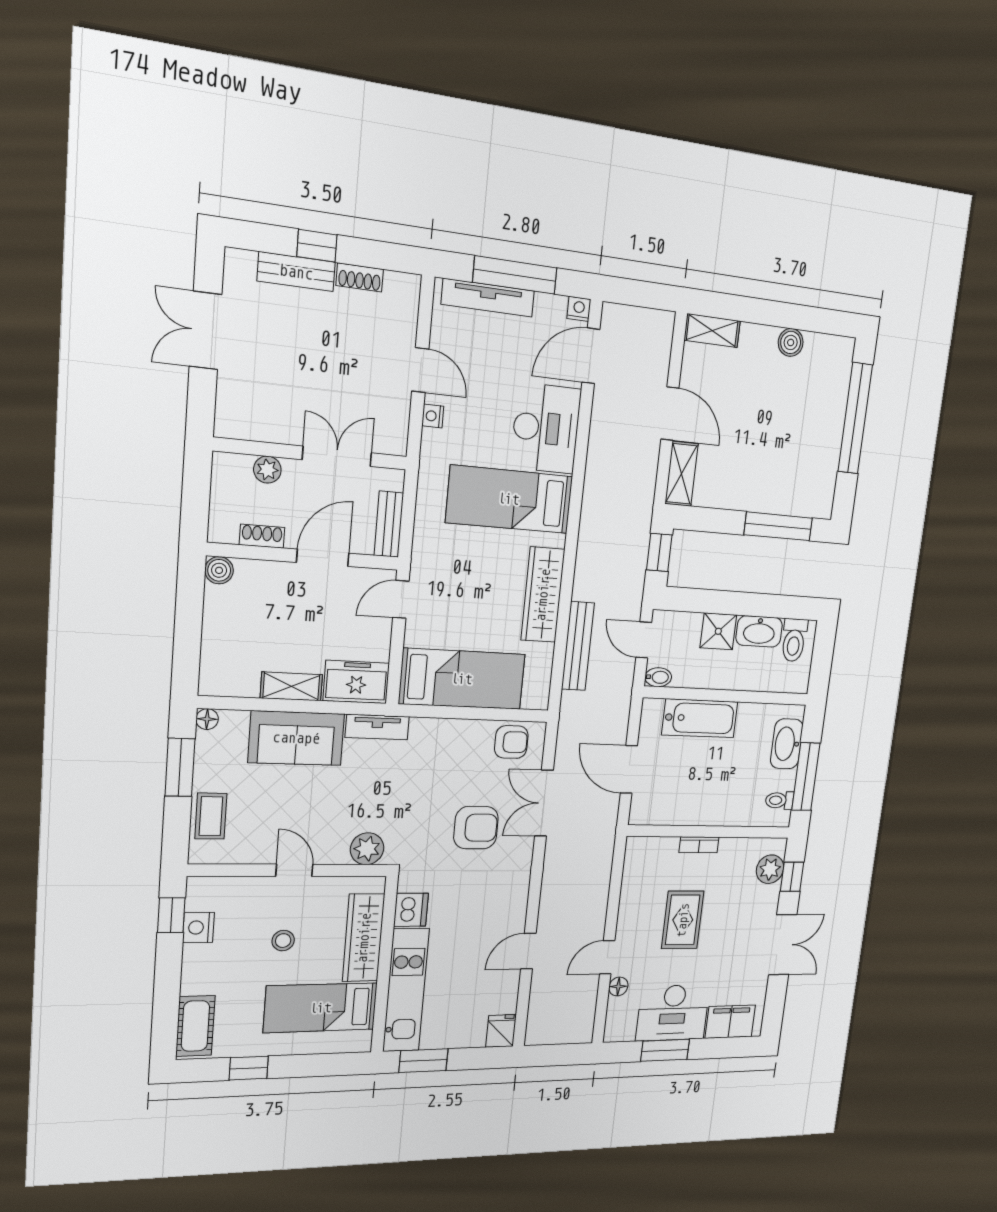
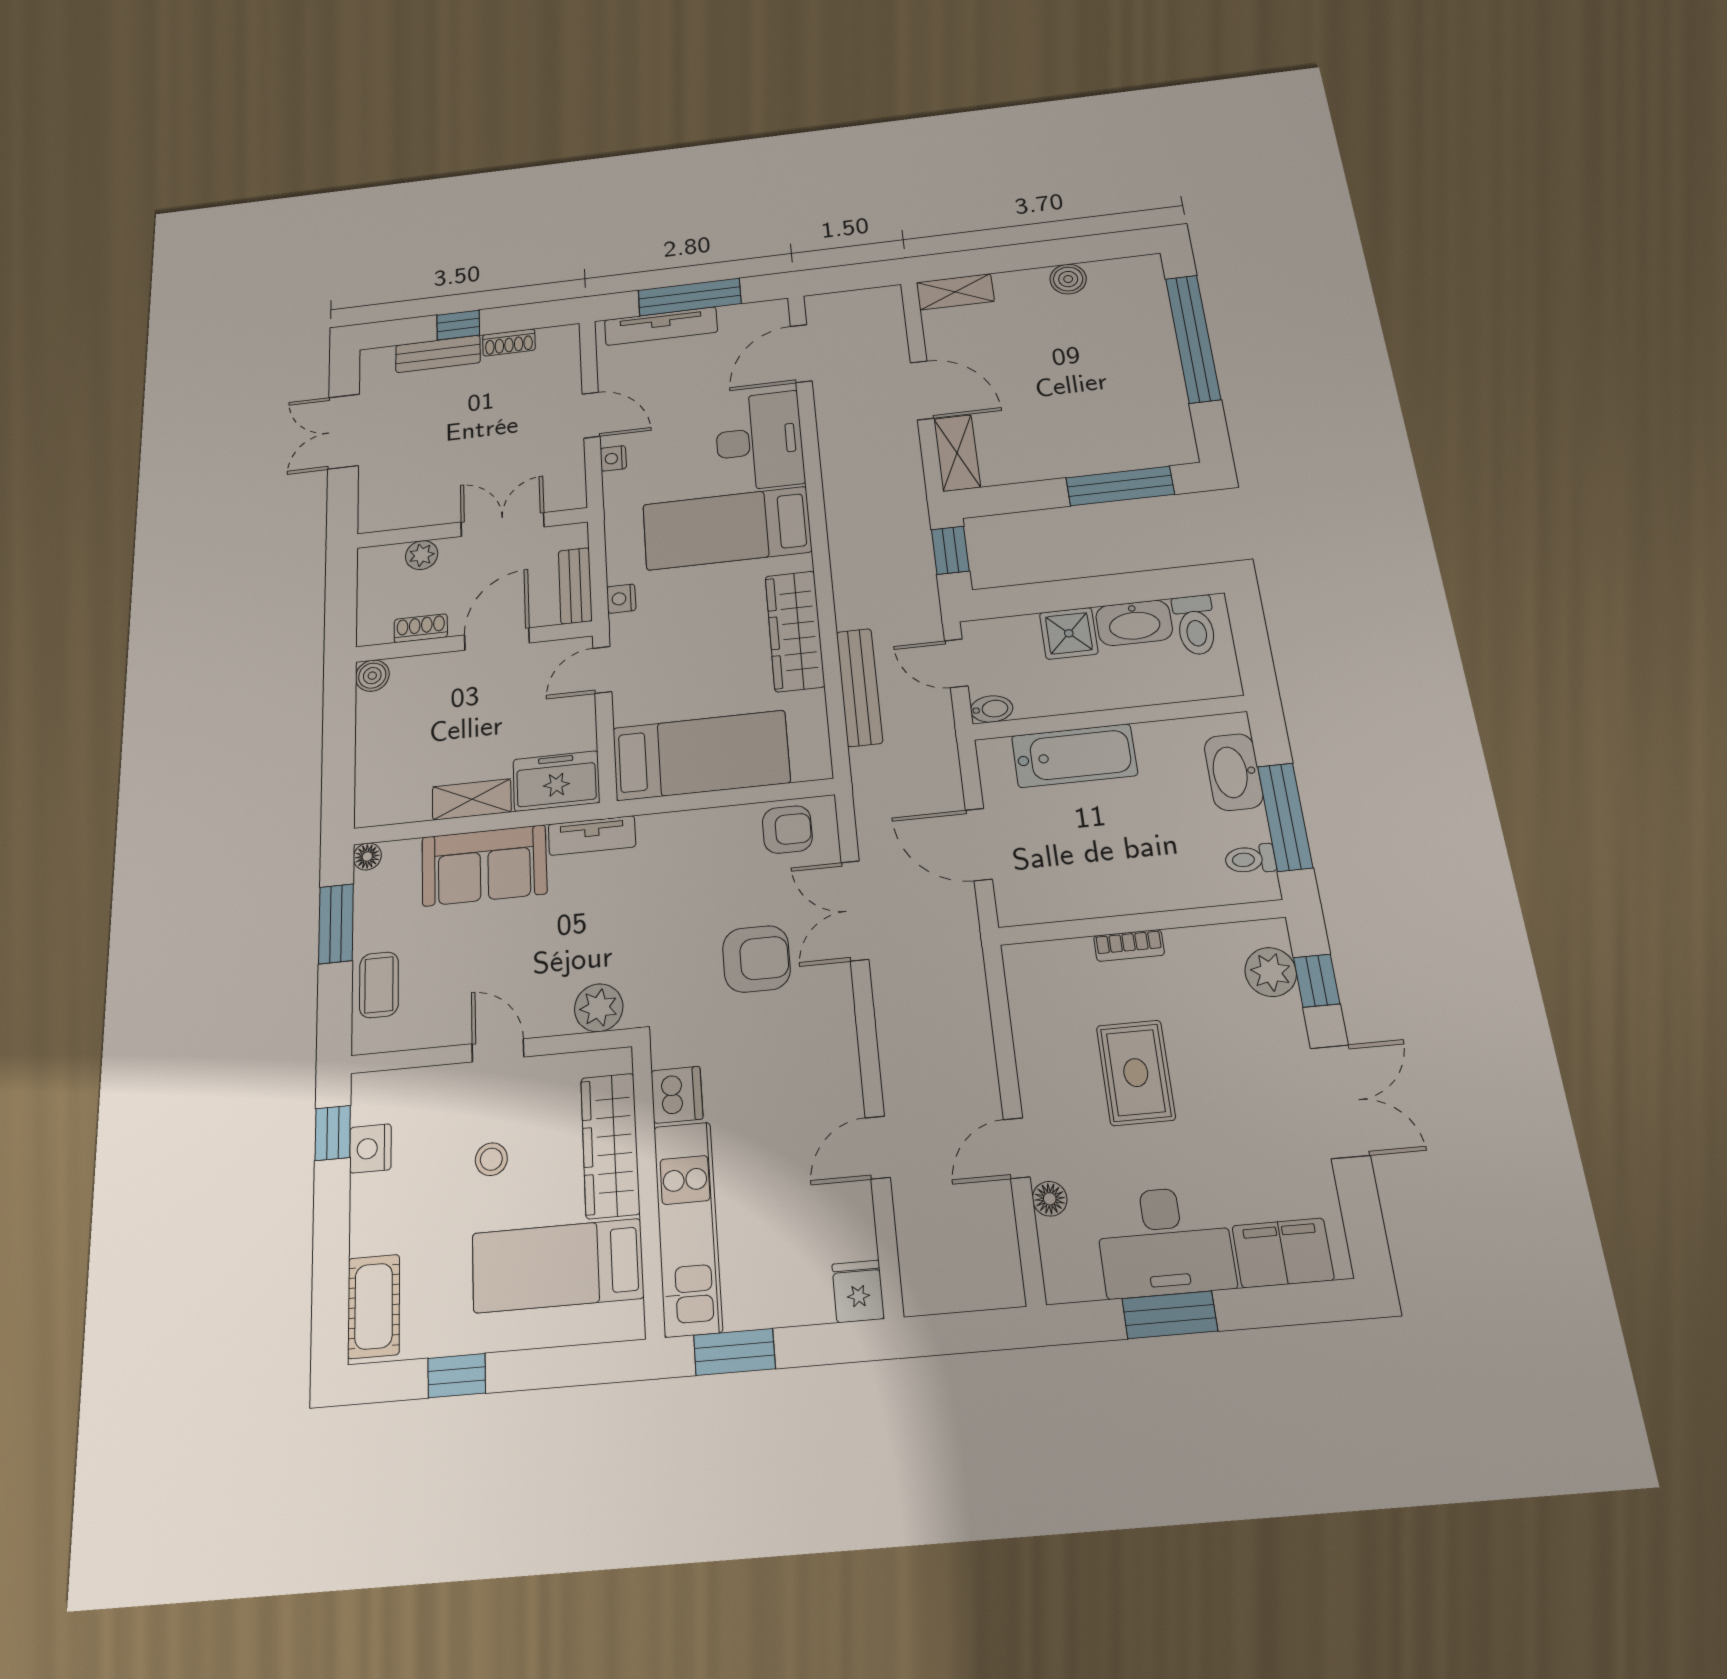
nightstand: (579, 309) -> (621, 599), moved, turned -90

